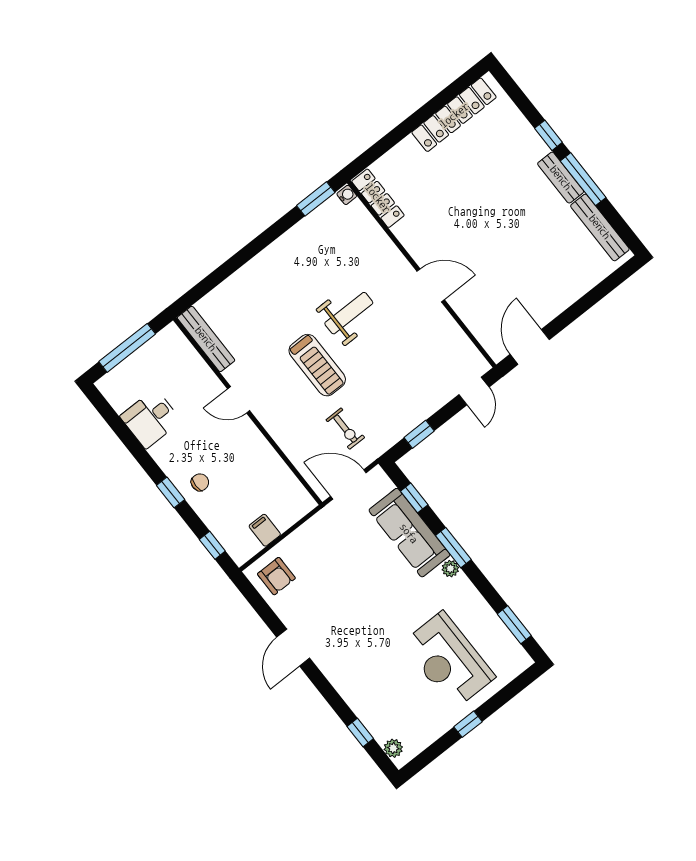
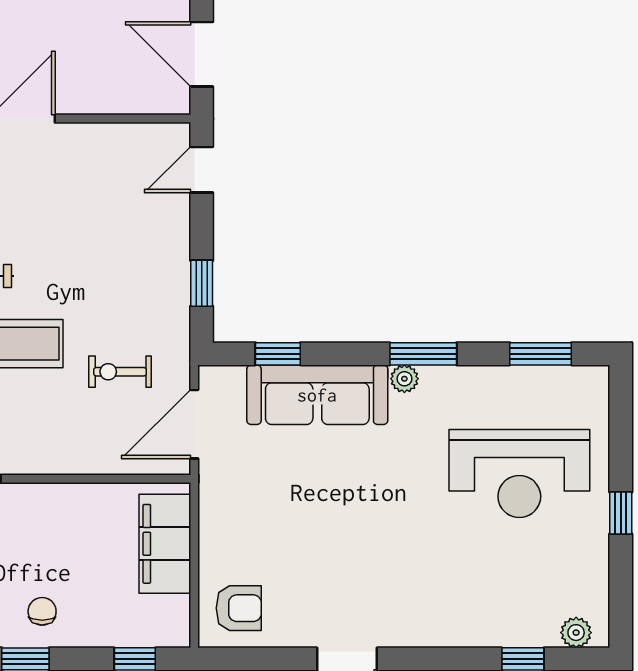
door: (474, 391) -> (202, 170), swing flipped
exercise bike: (345, 429) -> (120, 372), turned 180
filing cabinet: (265, 530) -> (165, 544), width x3.00, depth x1.17
window: (453, 548) -> (423, 354), moved

